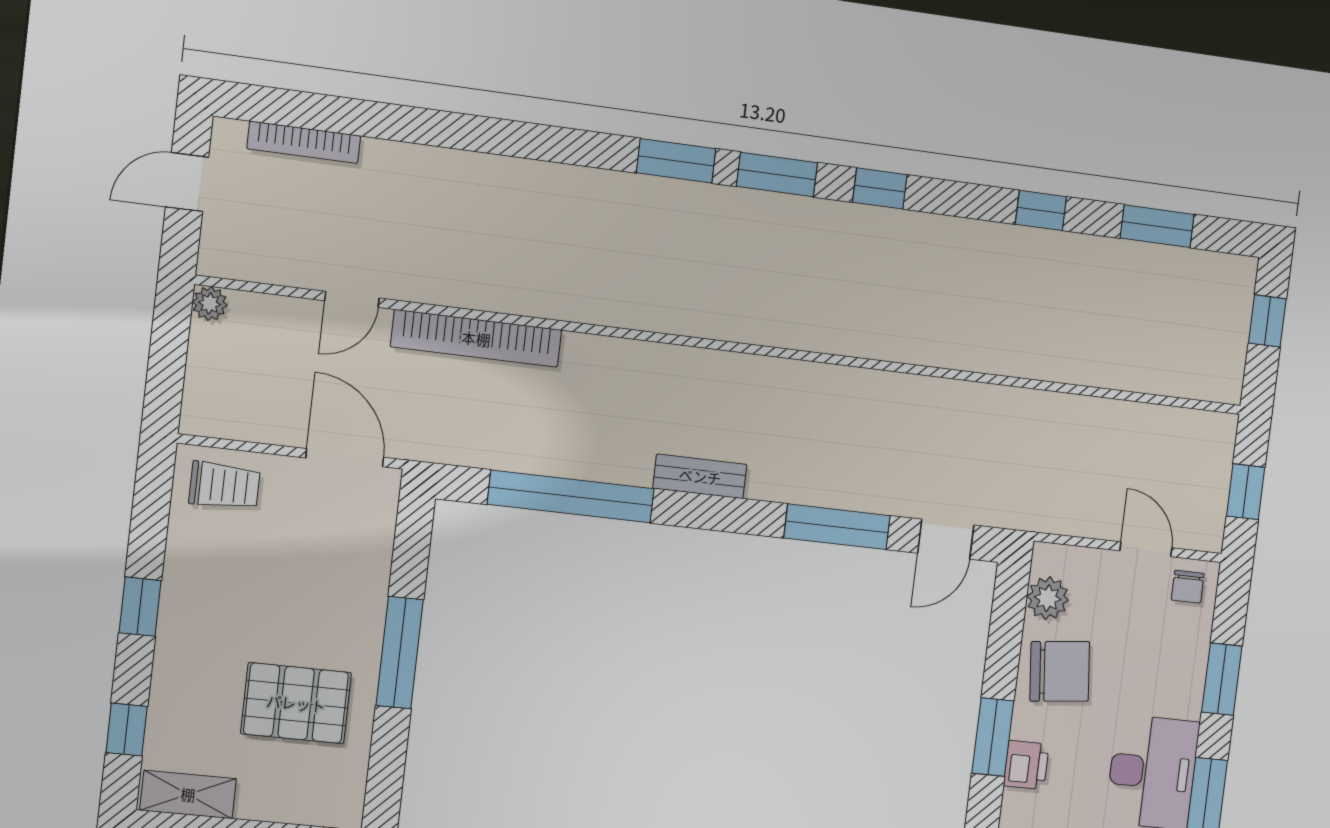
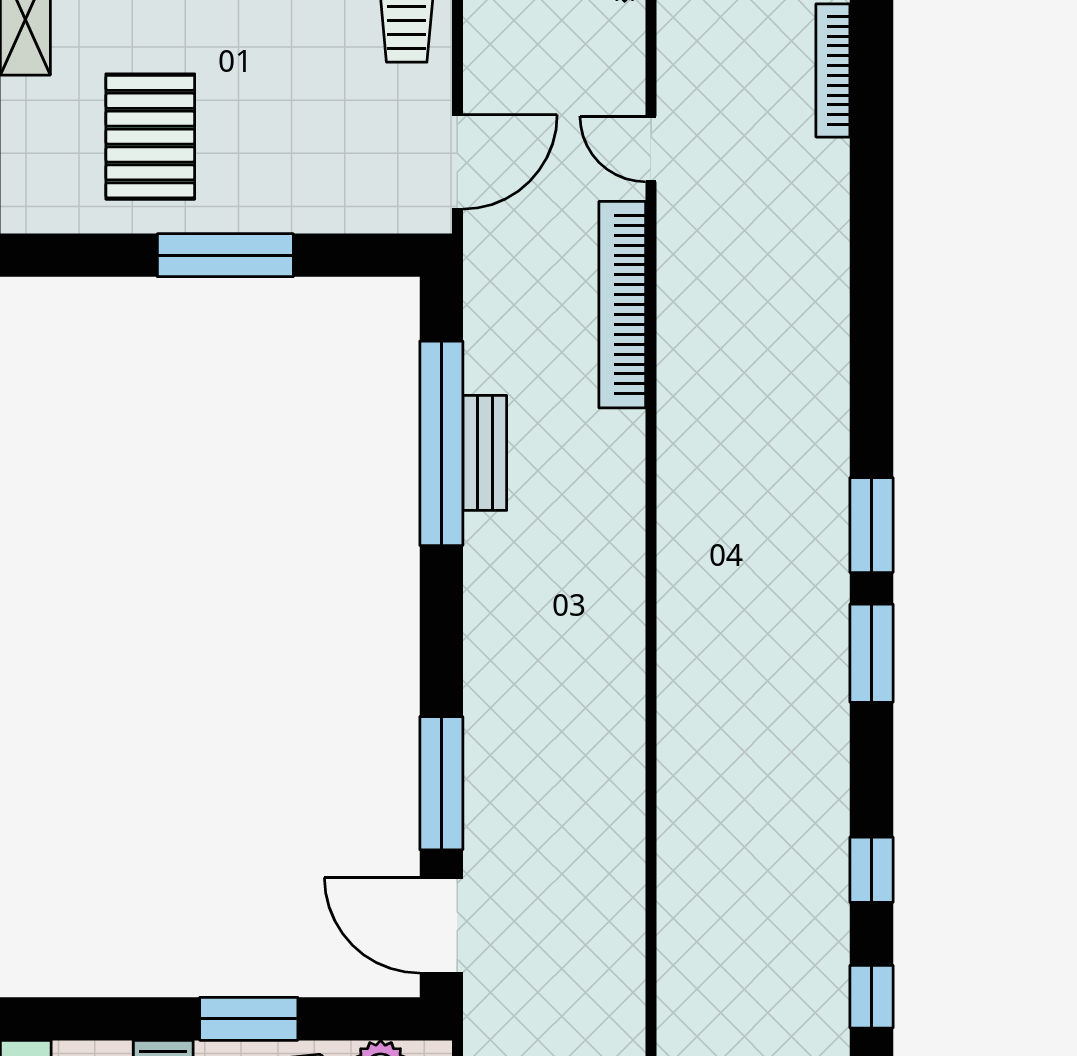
window: (880, 188) -> (872, 870), moved
bench: (700, 476) -> (485, 453), moved
door: (946, 539) -> (441, 925), width x1.38
window: (993, 737) -> (249, 1019), moved

